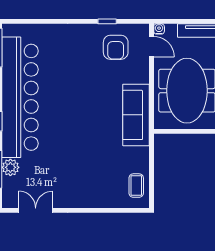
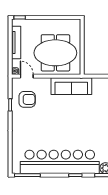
door: (151, 47) -> (27, 76), hinge flipped

